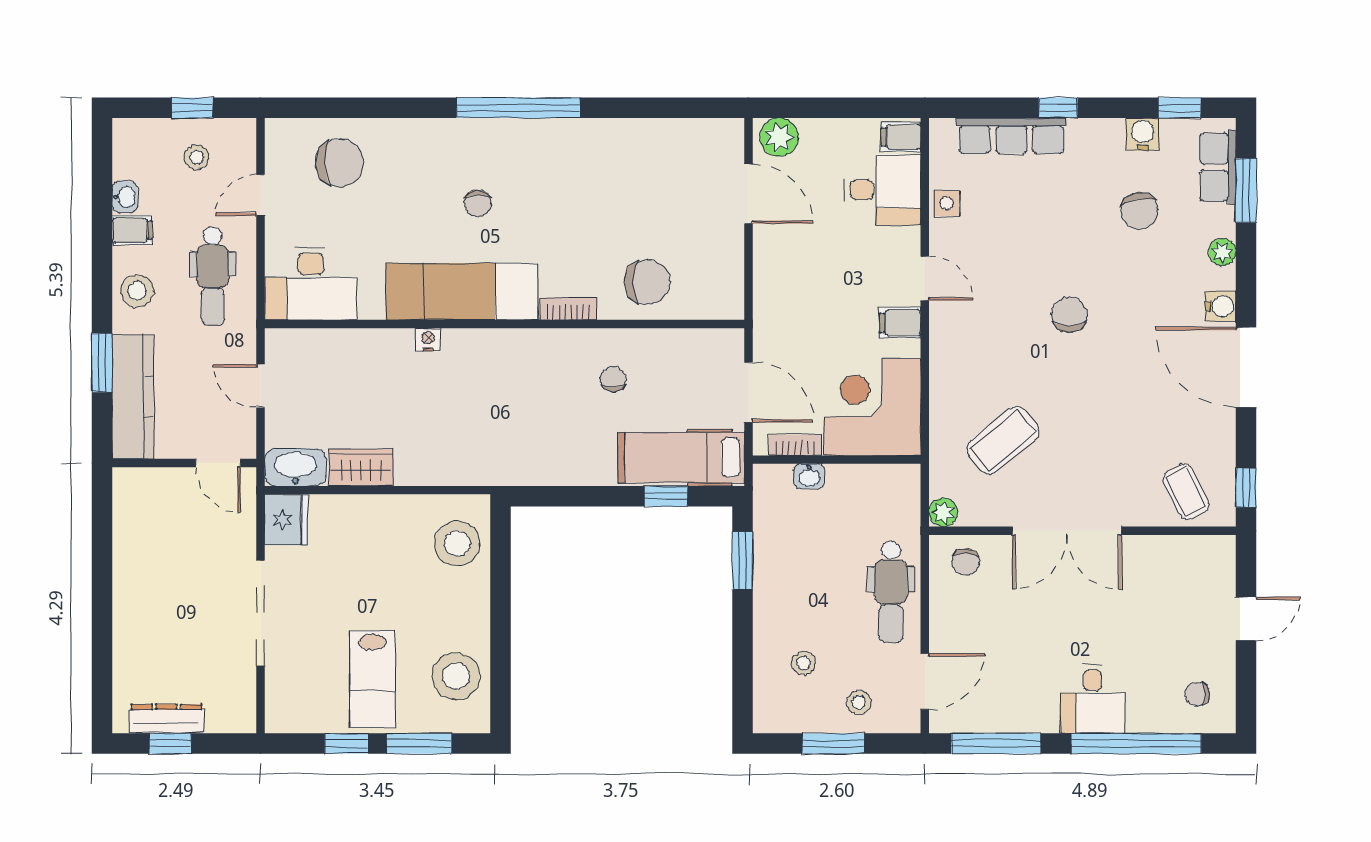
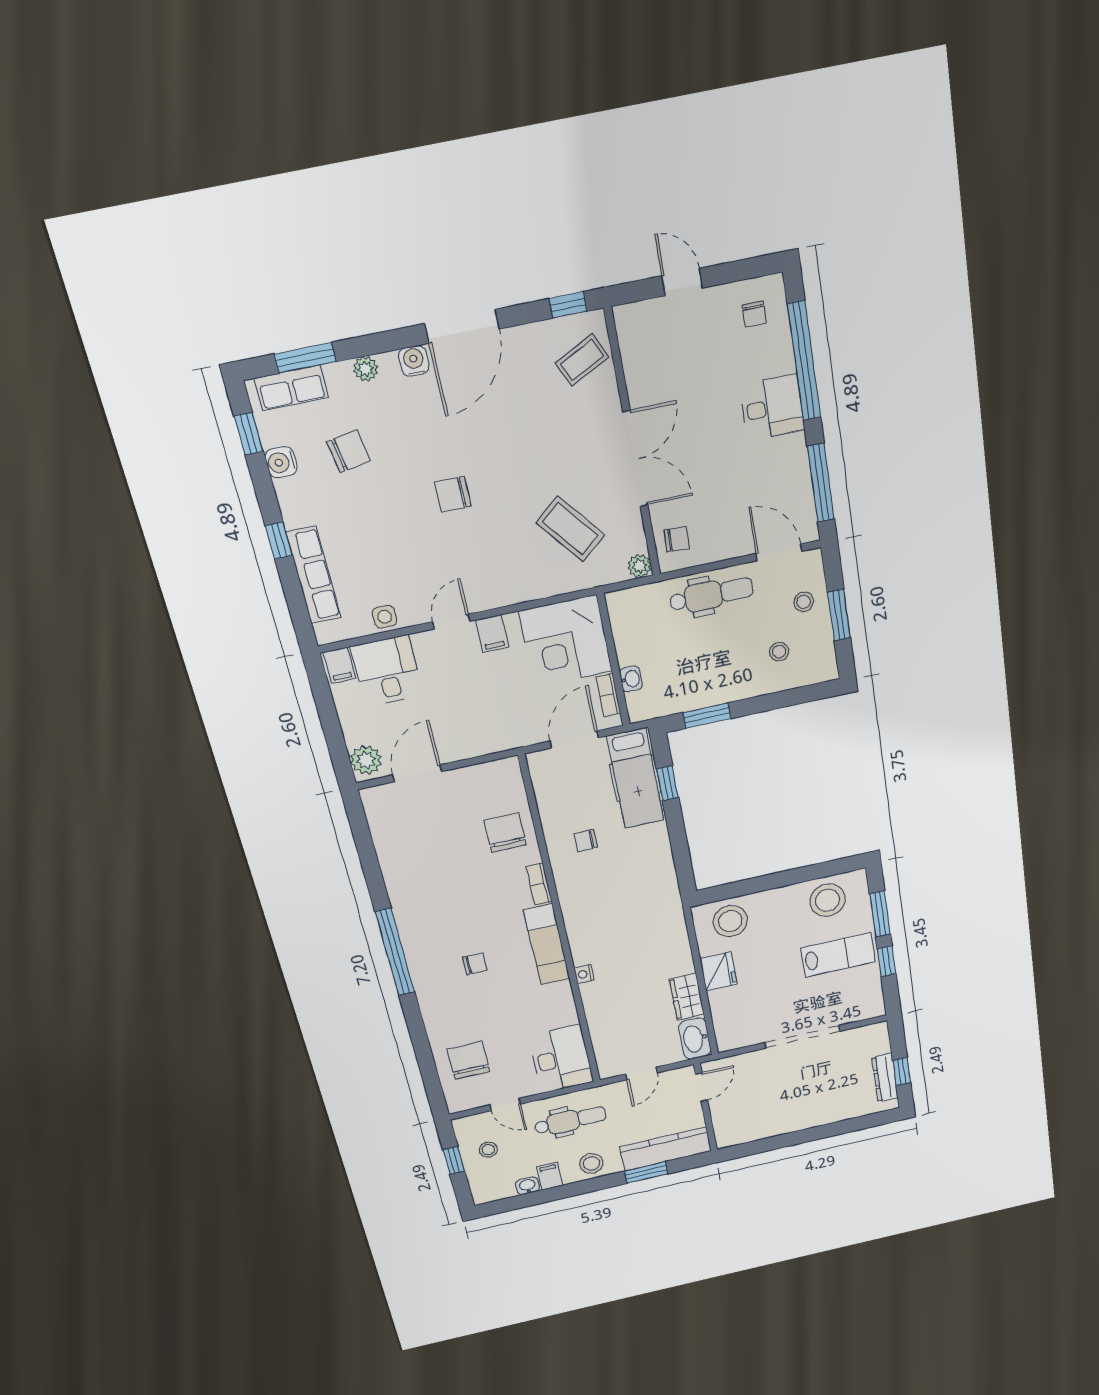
exam couch: (462, 292) -> (547, 945), width x0.73, depth x0.69
fridge: (286, 520) -> (718, 972), moved, turned 90

